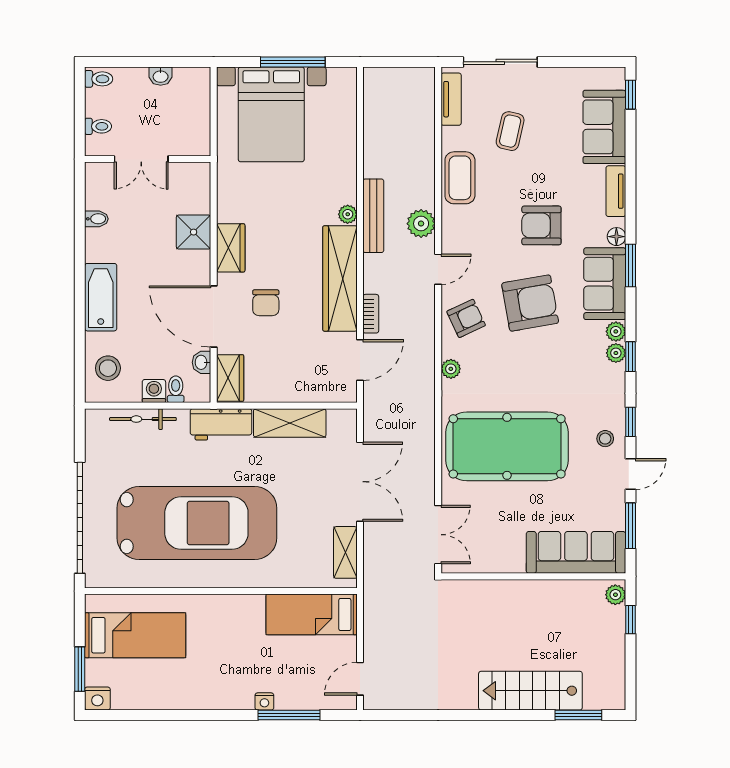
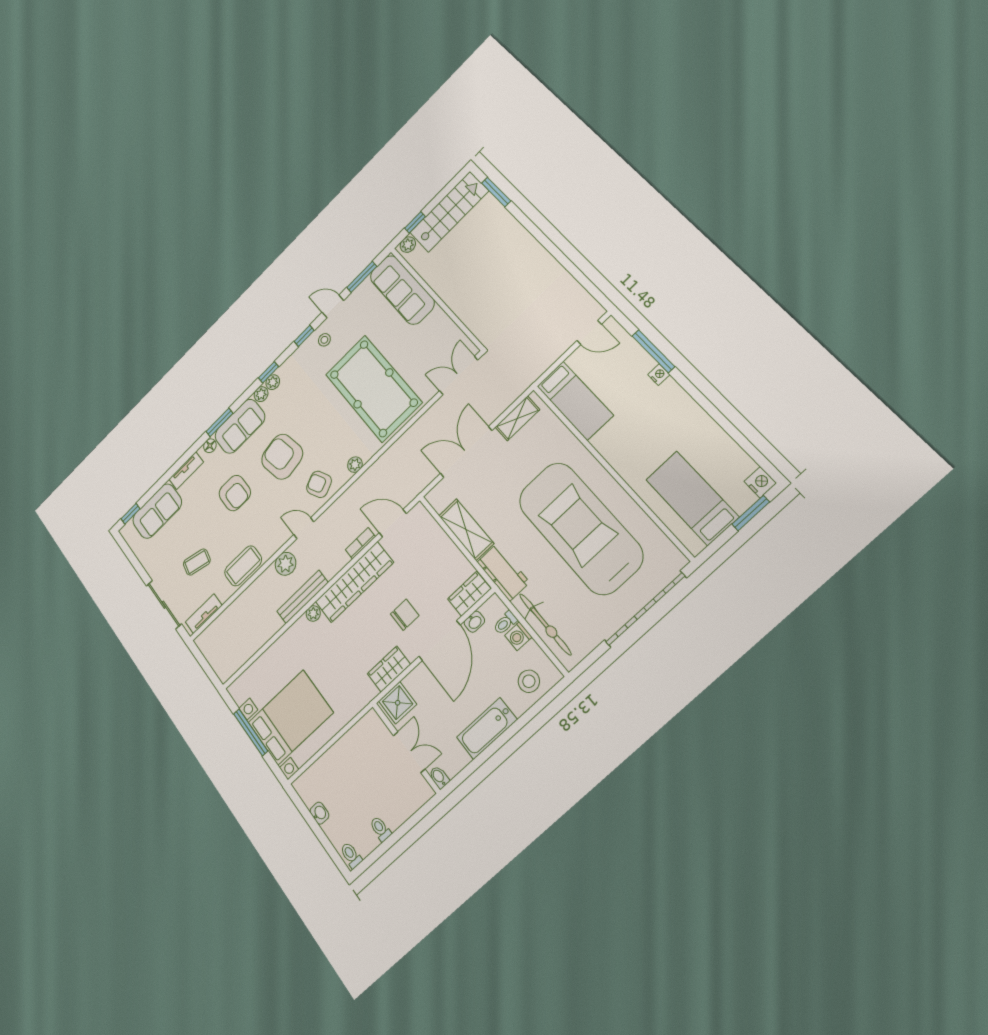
double door: (141, 159) -> (409, 752), moved
wall: (148, 159) -> (406, 748), moved
bicycle: (143, 419) -> (545, 624), width x1.37, depth x1.40
stairs: (530, 691) -> (449, 212), moved, turned -90

